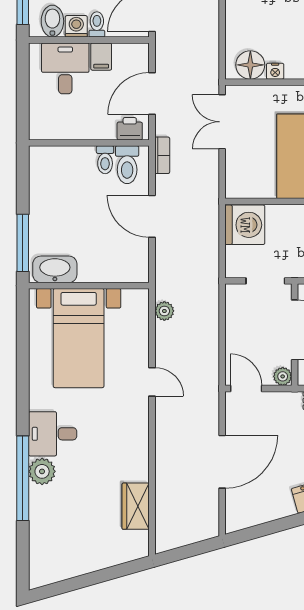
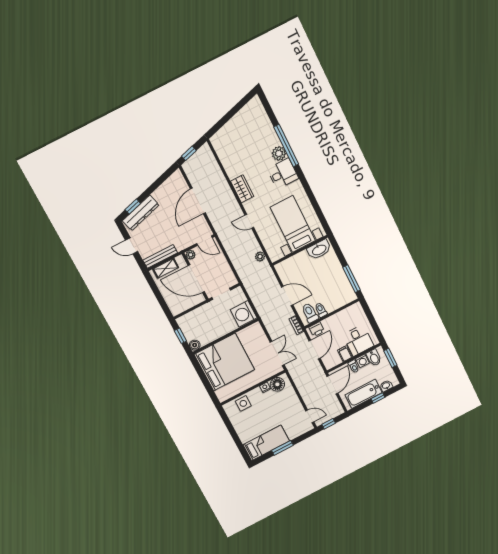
window: (23, 243) -> (352, 279), moved
wardrobe: (136, 506) -> (242, 189), moved
window: (195, 549) -> (189, 153), added

